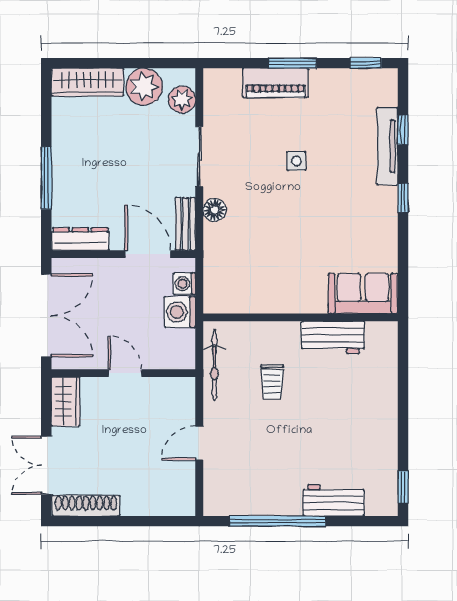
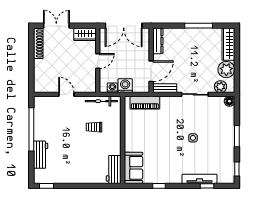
piano: (275, 83) -> (145, 103), moved, turned -90
window: (46, 178) -> (199, 26), moved
window: (403, 198) -> (159, 186), moved
floor lamp: (215, 210) -> (229, 101), moved
washing machine: (185, 284) -> (112, 88), moved
workbench: (333, 337) -> (114, 169), moved

